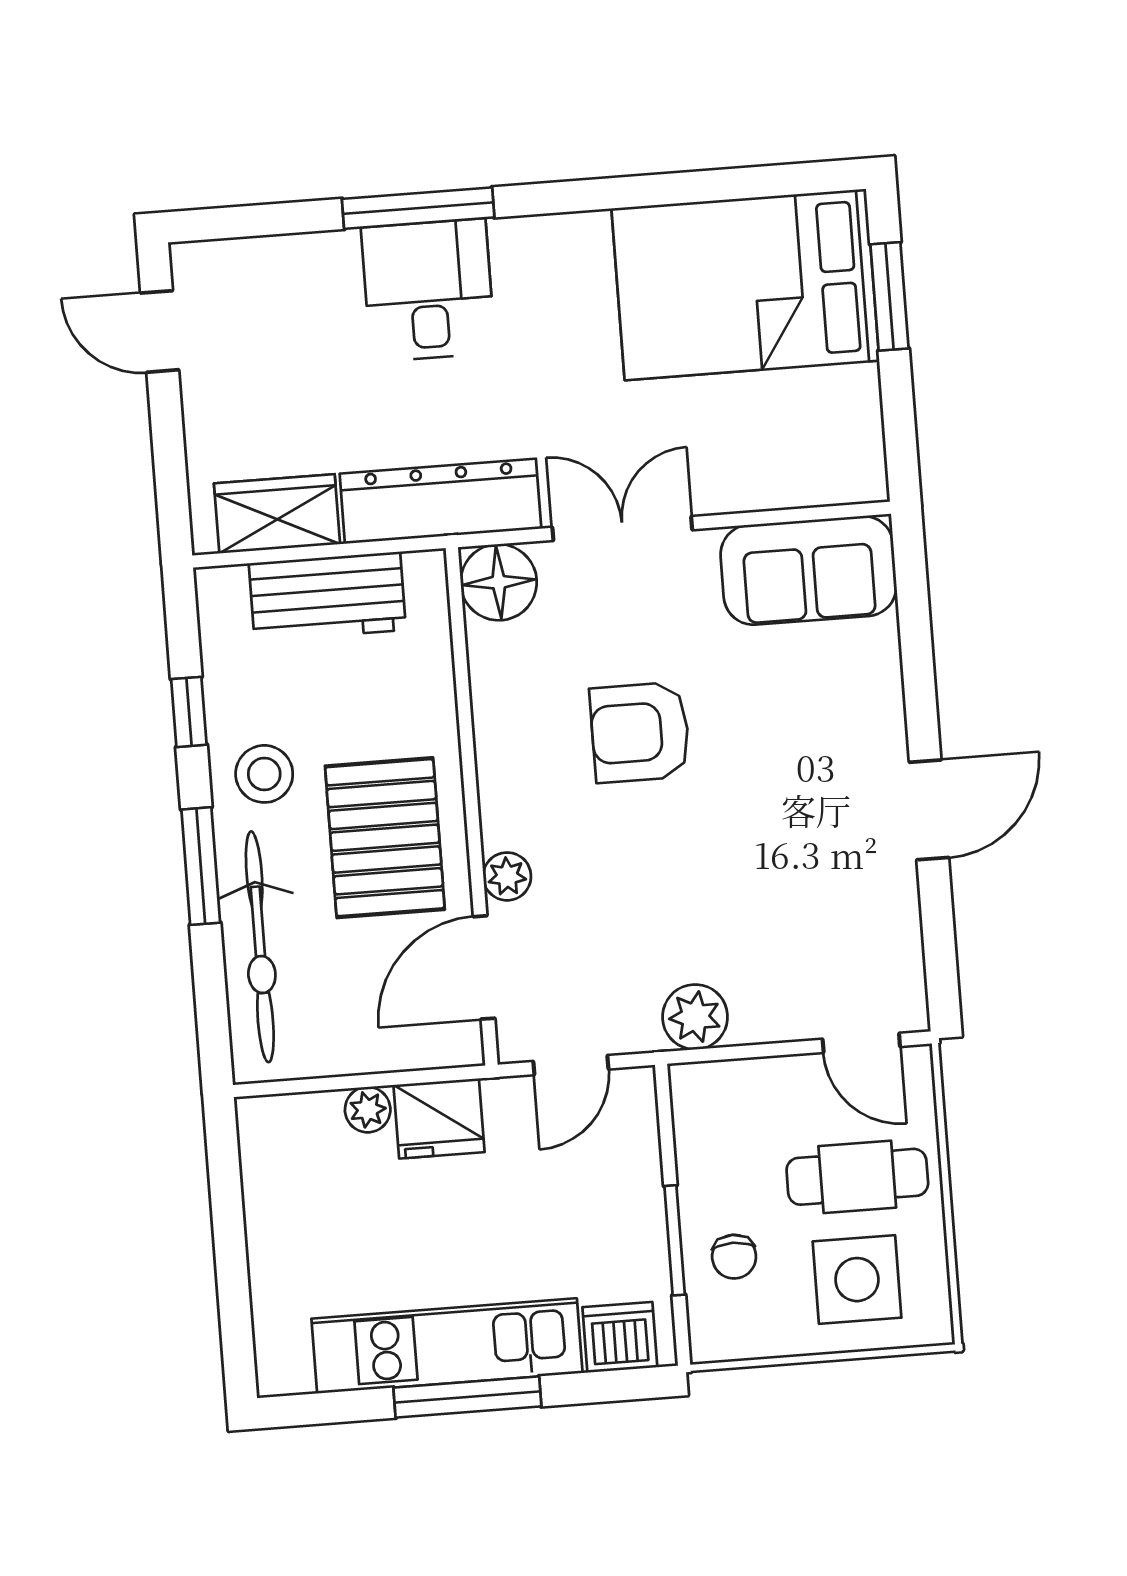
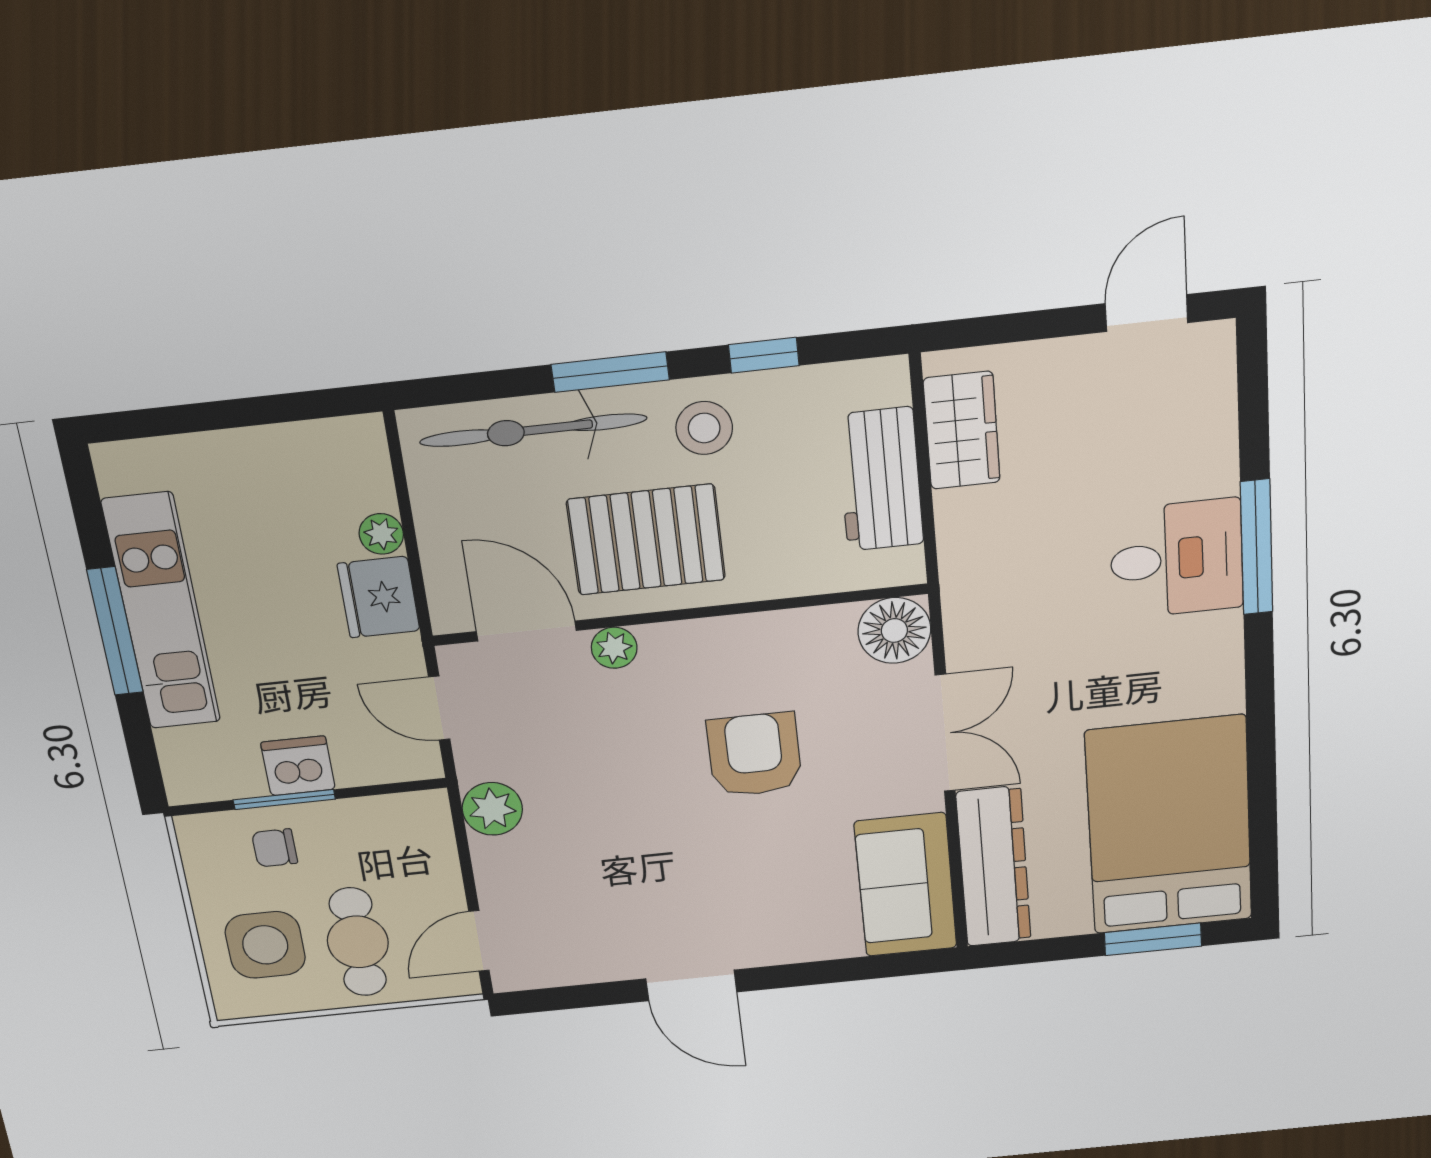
dresser: (440, 501) -> (994, 867), moved
dishwasher: (620, 1337) -> (298, 766), moved, turned -90

